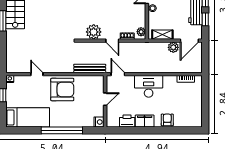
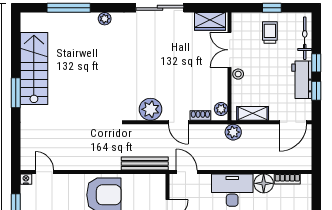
plant: (173, 47) -> (233, 132), moved
door: (37, 74) -> (44, 172), moved
floor lamp: (170, 82) -> (264, 183), added

